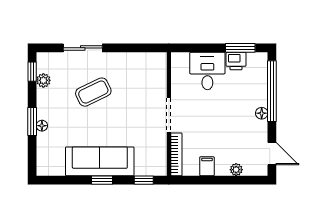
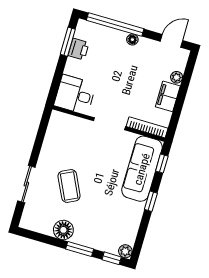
desk: (207, 71) -> (75, 95), moved
window: (32, 72) -> (112, 258), moved
plant: (43, 80) -> (125, 251), moved
floor lamp: (42, 126) -> (63, 230), moved, width x1.89, depth x1.89
sofa: (100, 161) -> (142, 169), moved
filing cabinet: (207, 166) -> (168, 96), width x2.00

